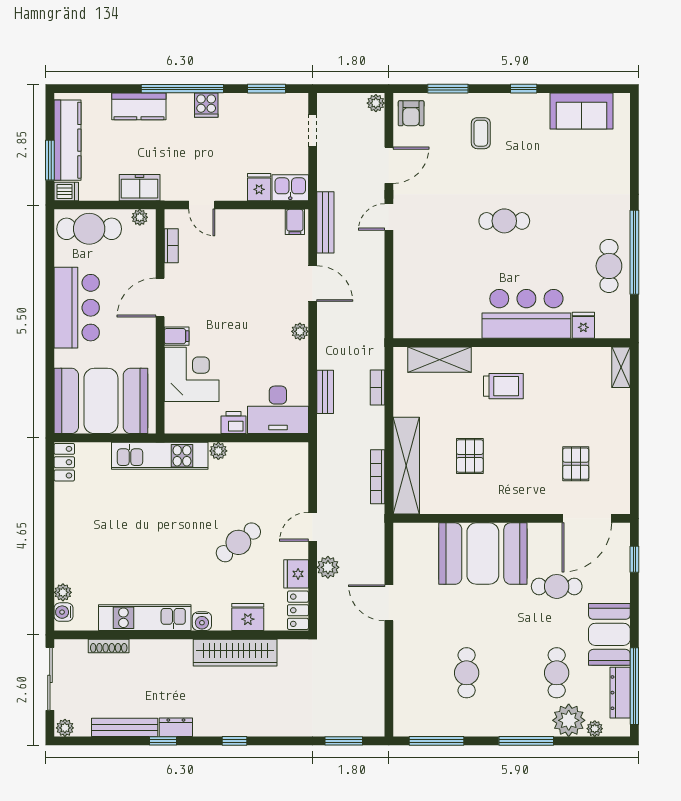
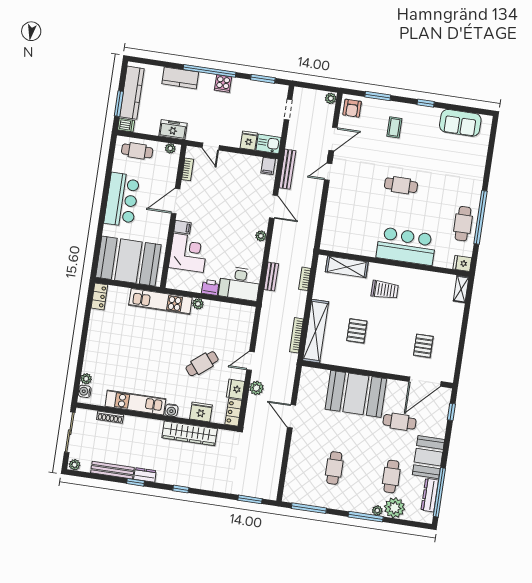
cafe table: (89, 229) -> (137, 151), width x0.73, depth x0.74
fridge: (583, 325) -> (462, 263), moved, turned -90
plant: (595, 729) -> (377, 511), moved

